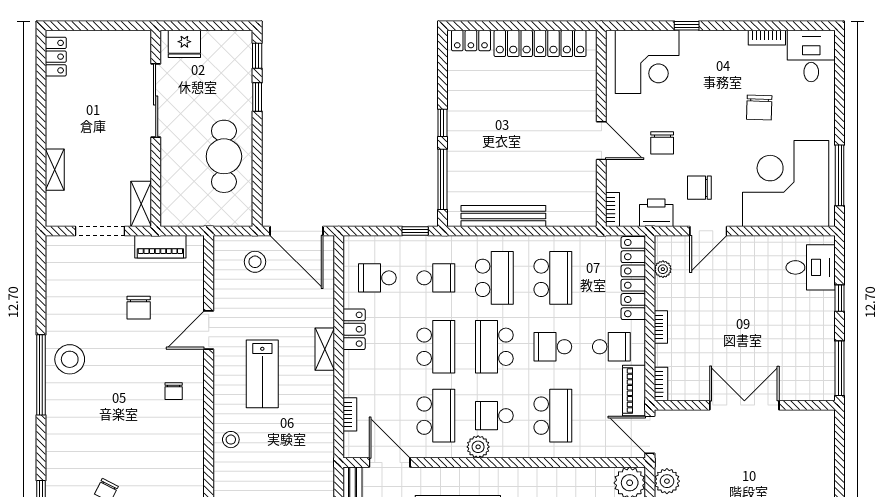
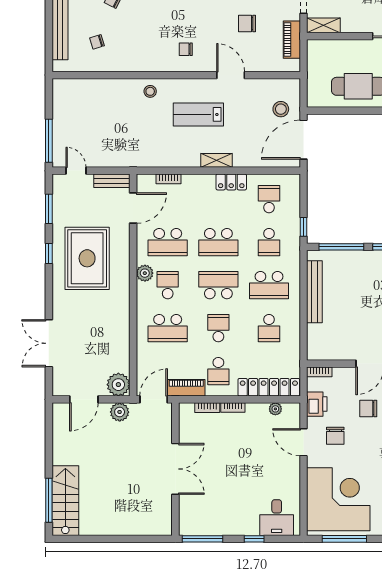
chair: (699, 188) -> (335, 436), turned 180
school desk: (553, 278) -> (269, 328), width x0.54
bookcase: (661, 384) -> (207, 408), moved

